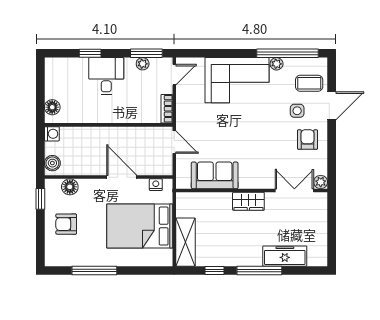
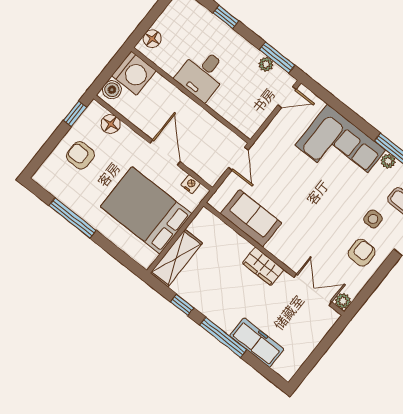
desk: (106, 76) -> (202, 74), moved, turned 180
bookcase: (167, 109) -> (256, 123), removed
washing machine: (52, 134) -> (134, 73), width x1.89, depth x1.89

